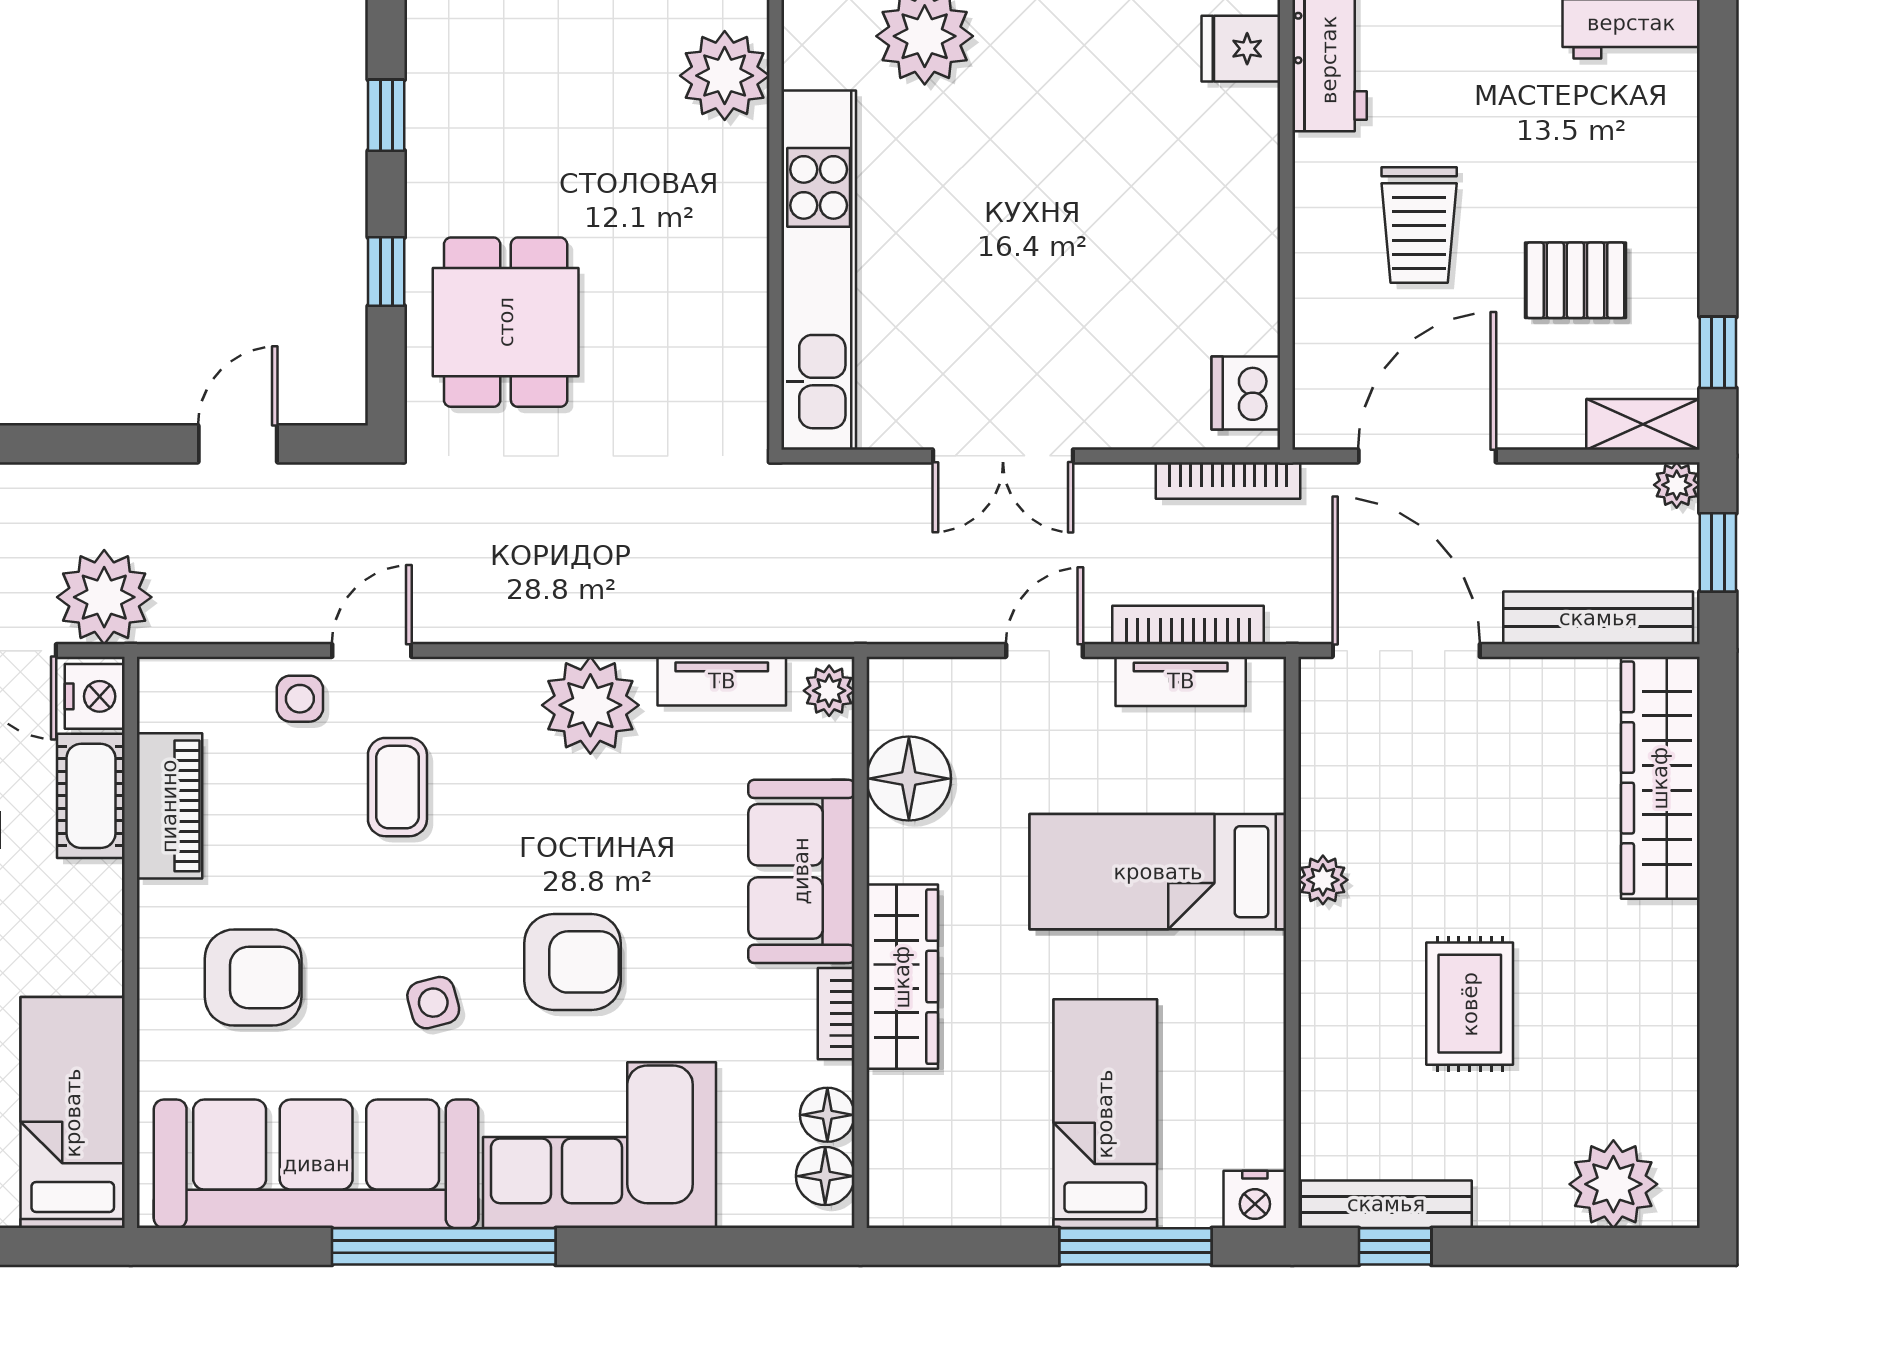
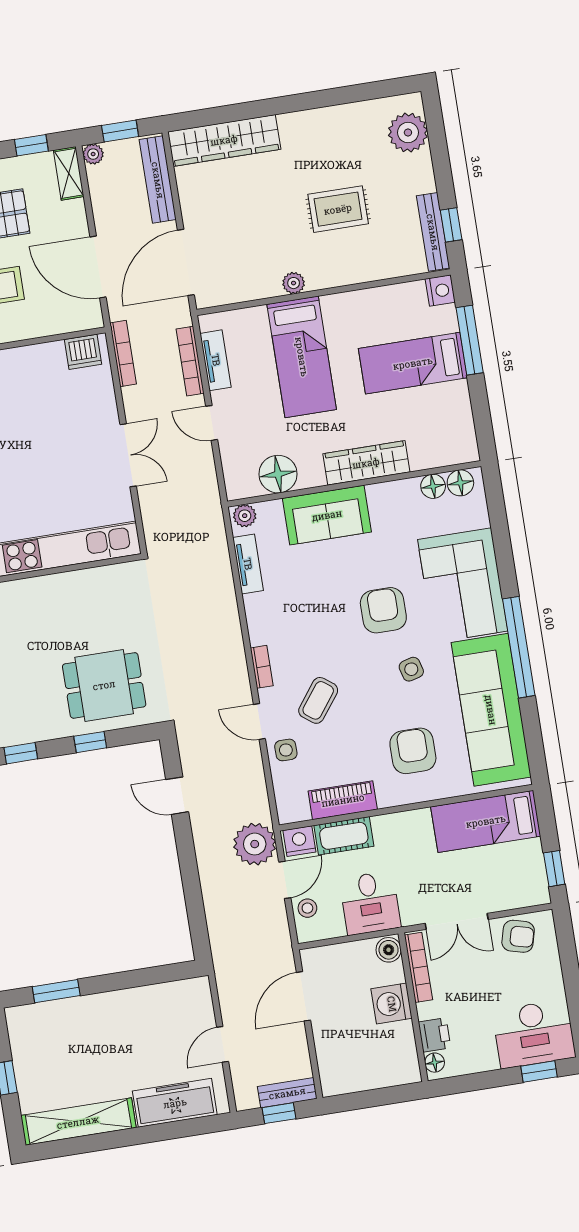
plant: (590, 705) -> (268, 621), removed
coffee table: (397, 787) -> (318, 700), turned -53
bookcase: (836, 1014) -> (262, 667), moved, turned -90

